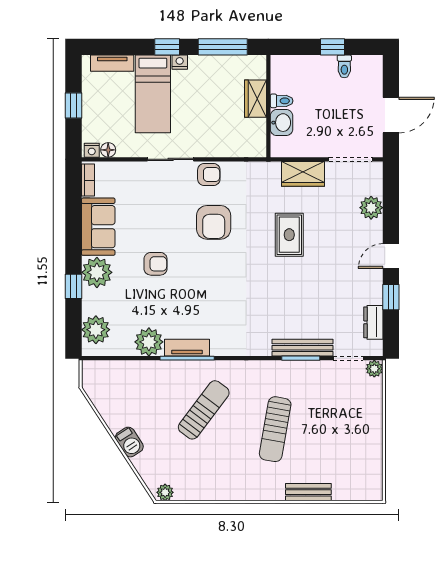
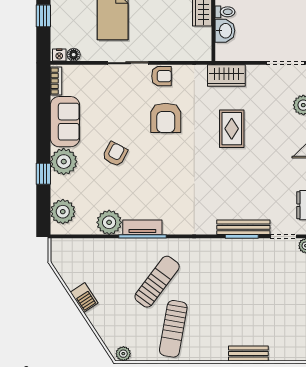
wardrobe: (303, 174) -> (226, 75), moved
armchair: (156, 264) -> (115, 154), turned -62
sun lounger: (275, 429) -> (173, 329), moved
barbecue: (129, 442) -> (84, 298), moved

